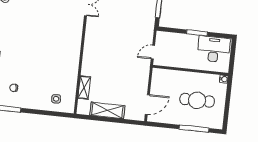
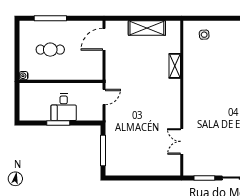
desk: (214, 49) -> (64, 107), moved, width x0.73
shelving: (84, 88) -> (175, 66), moved
cafe table: (197, 100) -> (50, 50), width x0.73, depth x0.74

